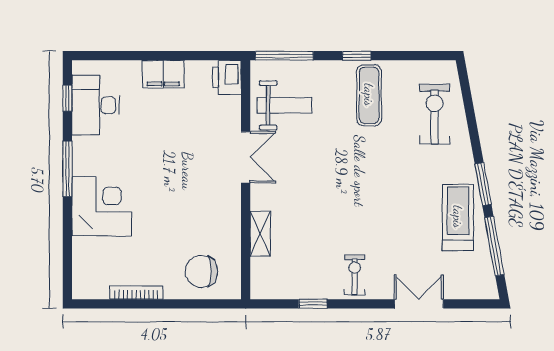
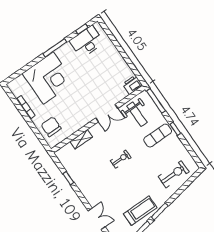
filing cabinet: (163, 74) -> (117, 59), removed
exercise mat: (369, 95) -> (158, 136), moved
corner desk: (102, 206) -> (48, 78), width x1.36, depth x1.36
exercise bike: (355, 275) -> (121, 159), moved

